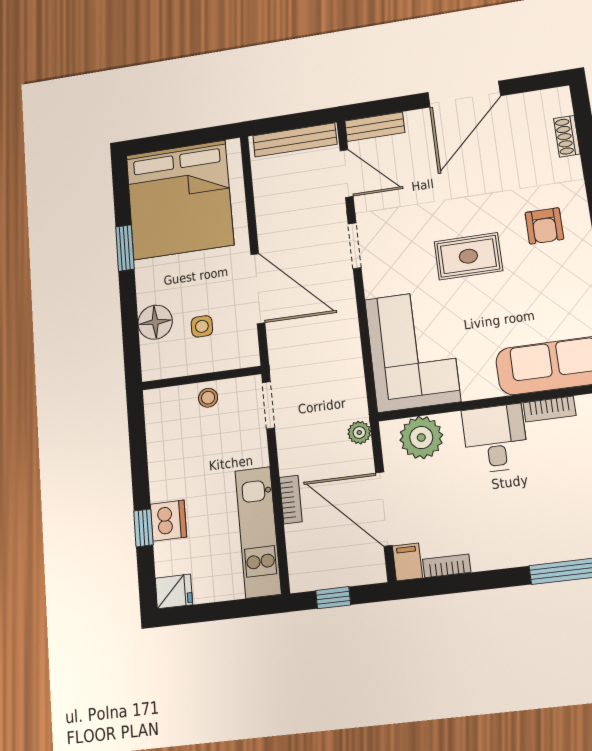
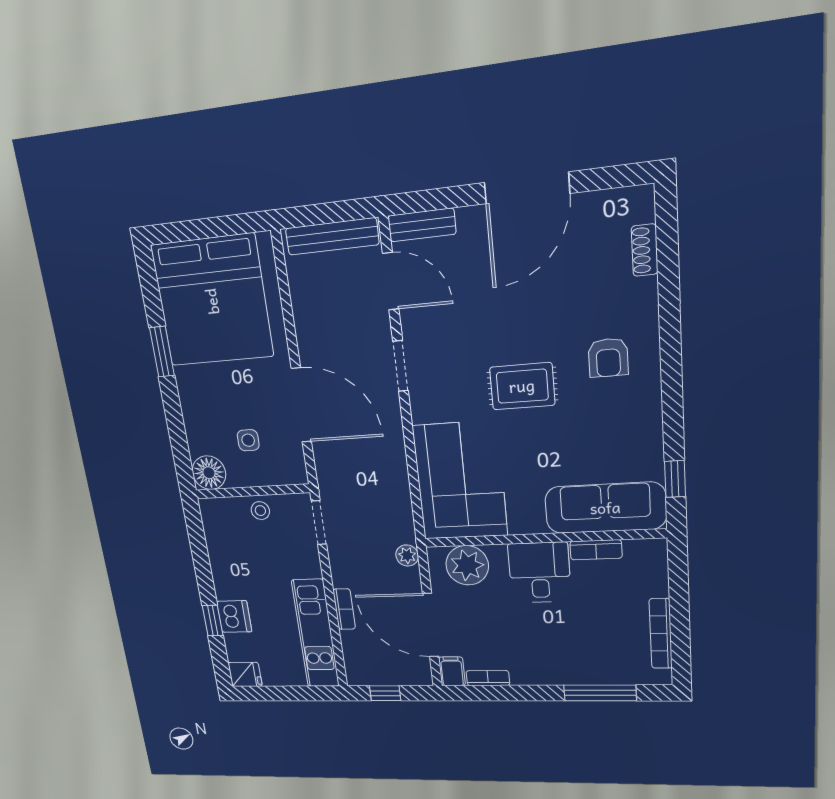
floor lamp: (155, 322) -> (209, 473), moved

